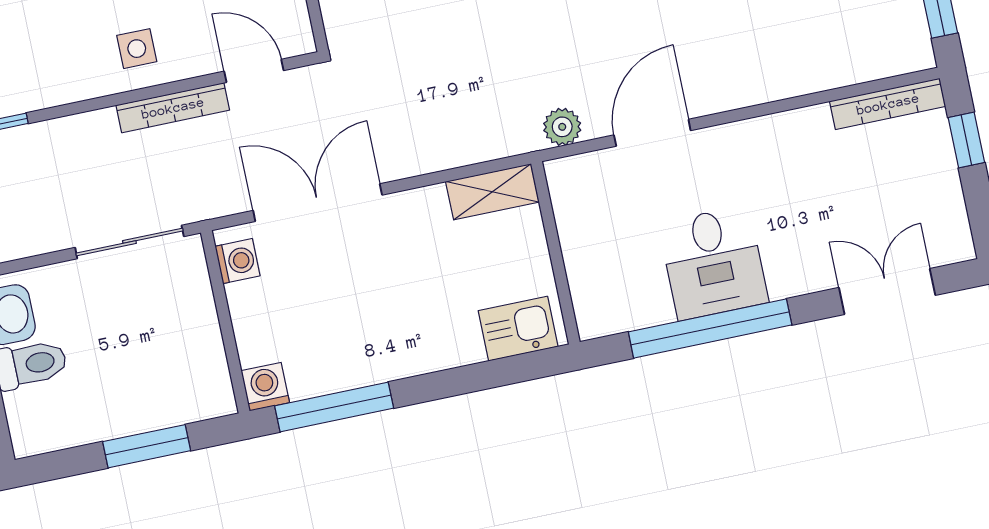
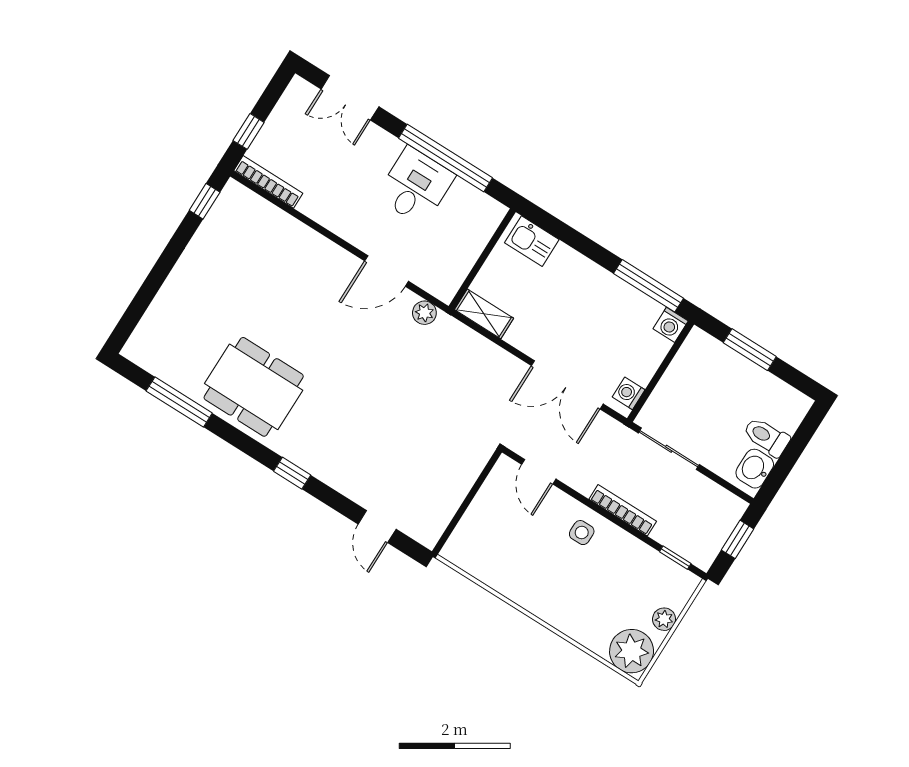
bookcase: (173, 108) -> (623, 510), moved

